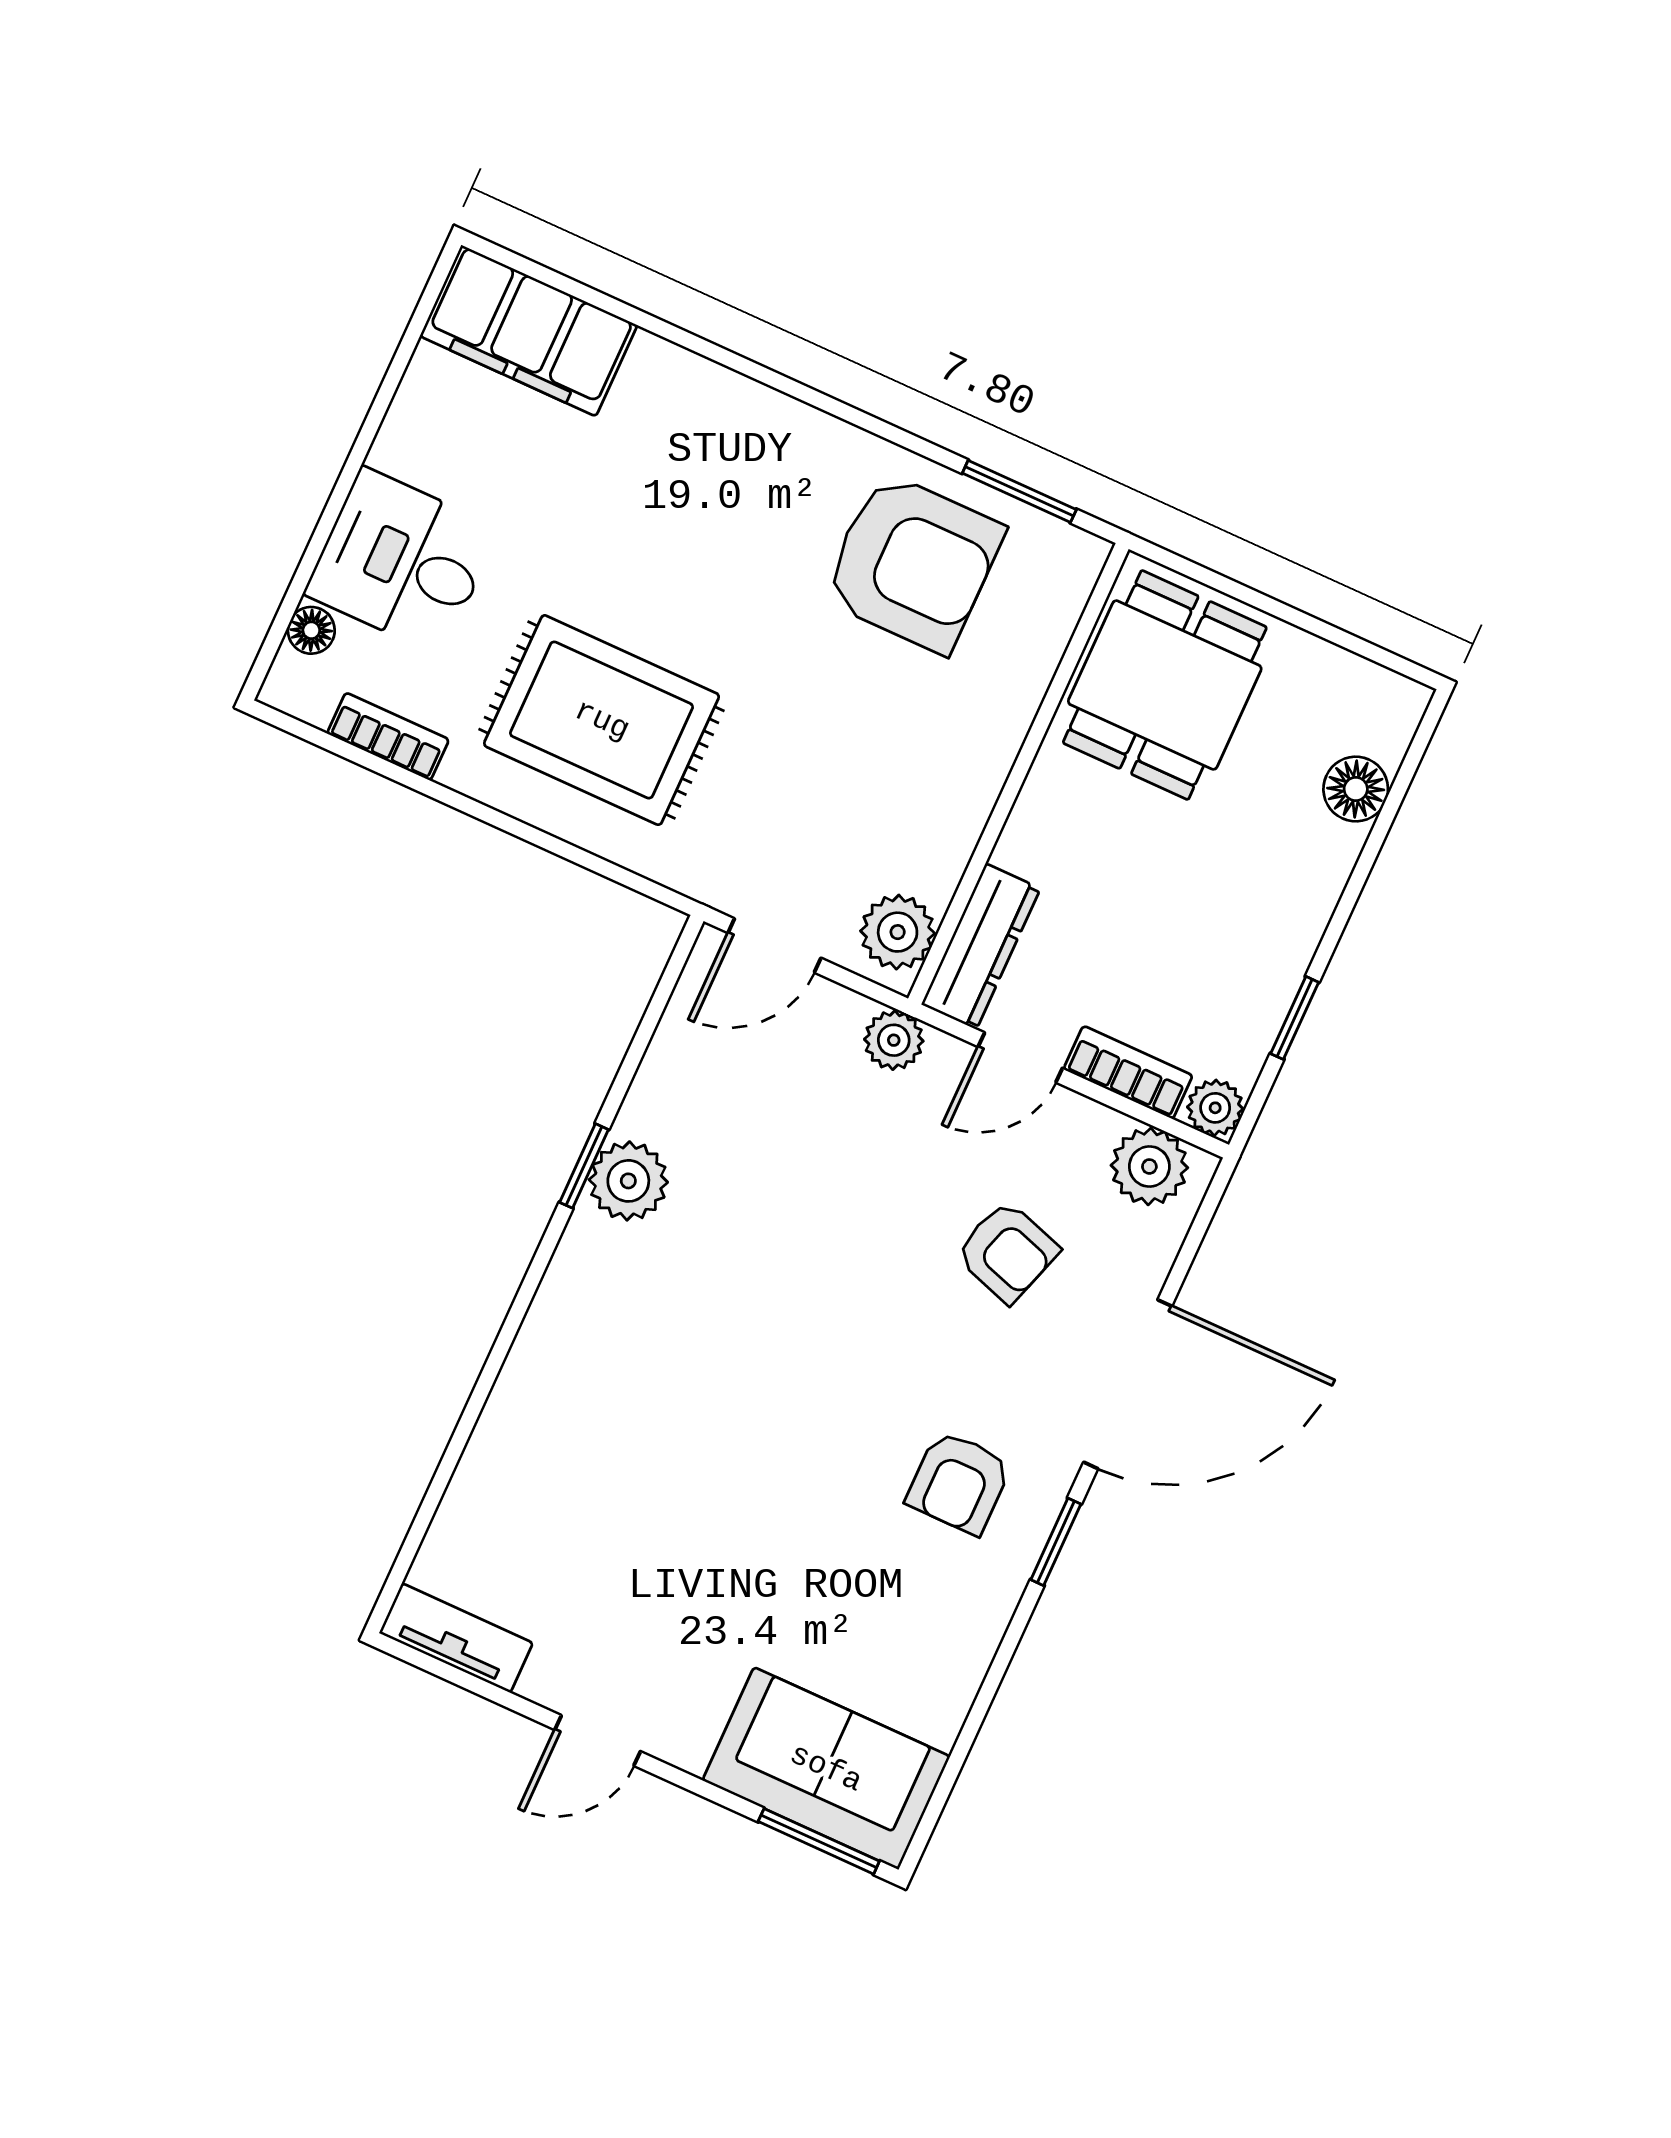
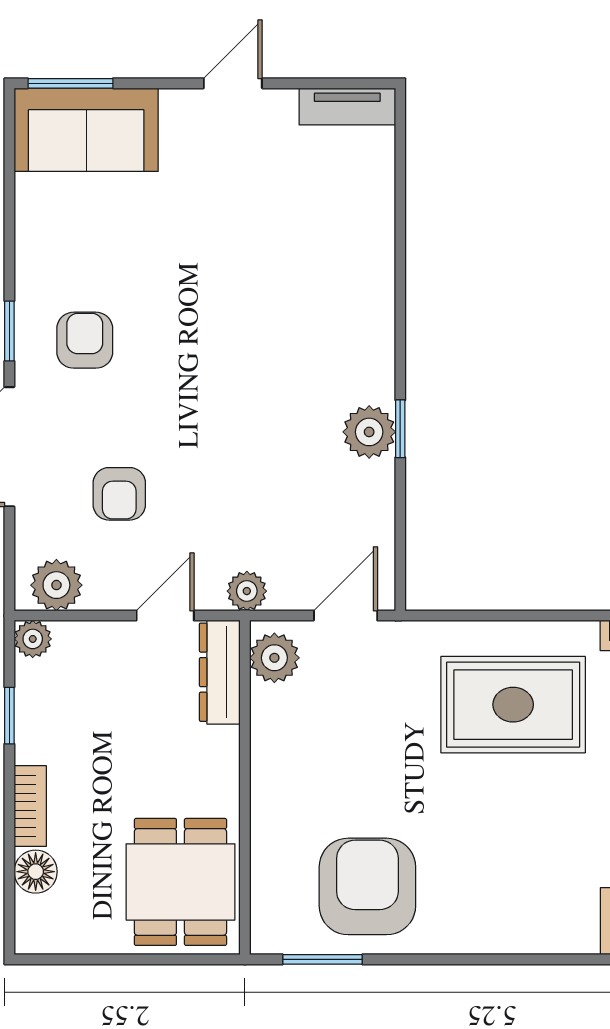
armchair: (913, 563) -> (367, 886), turned 90
bookcase: (1128, 1072) -> (30, 806), moved, turned -90
armchair: (1007, 1252) -> (119, 494), turned -108

